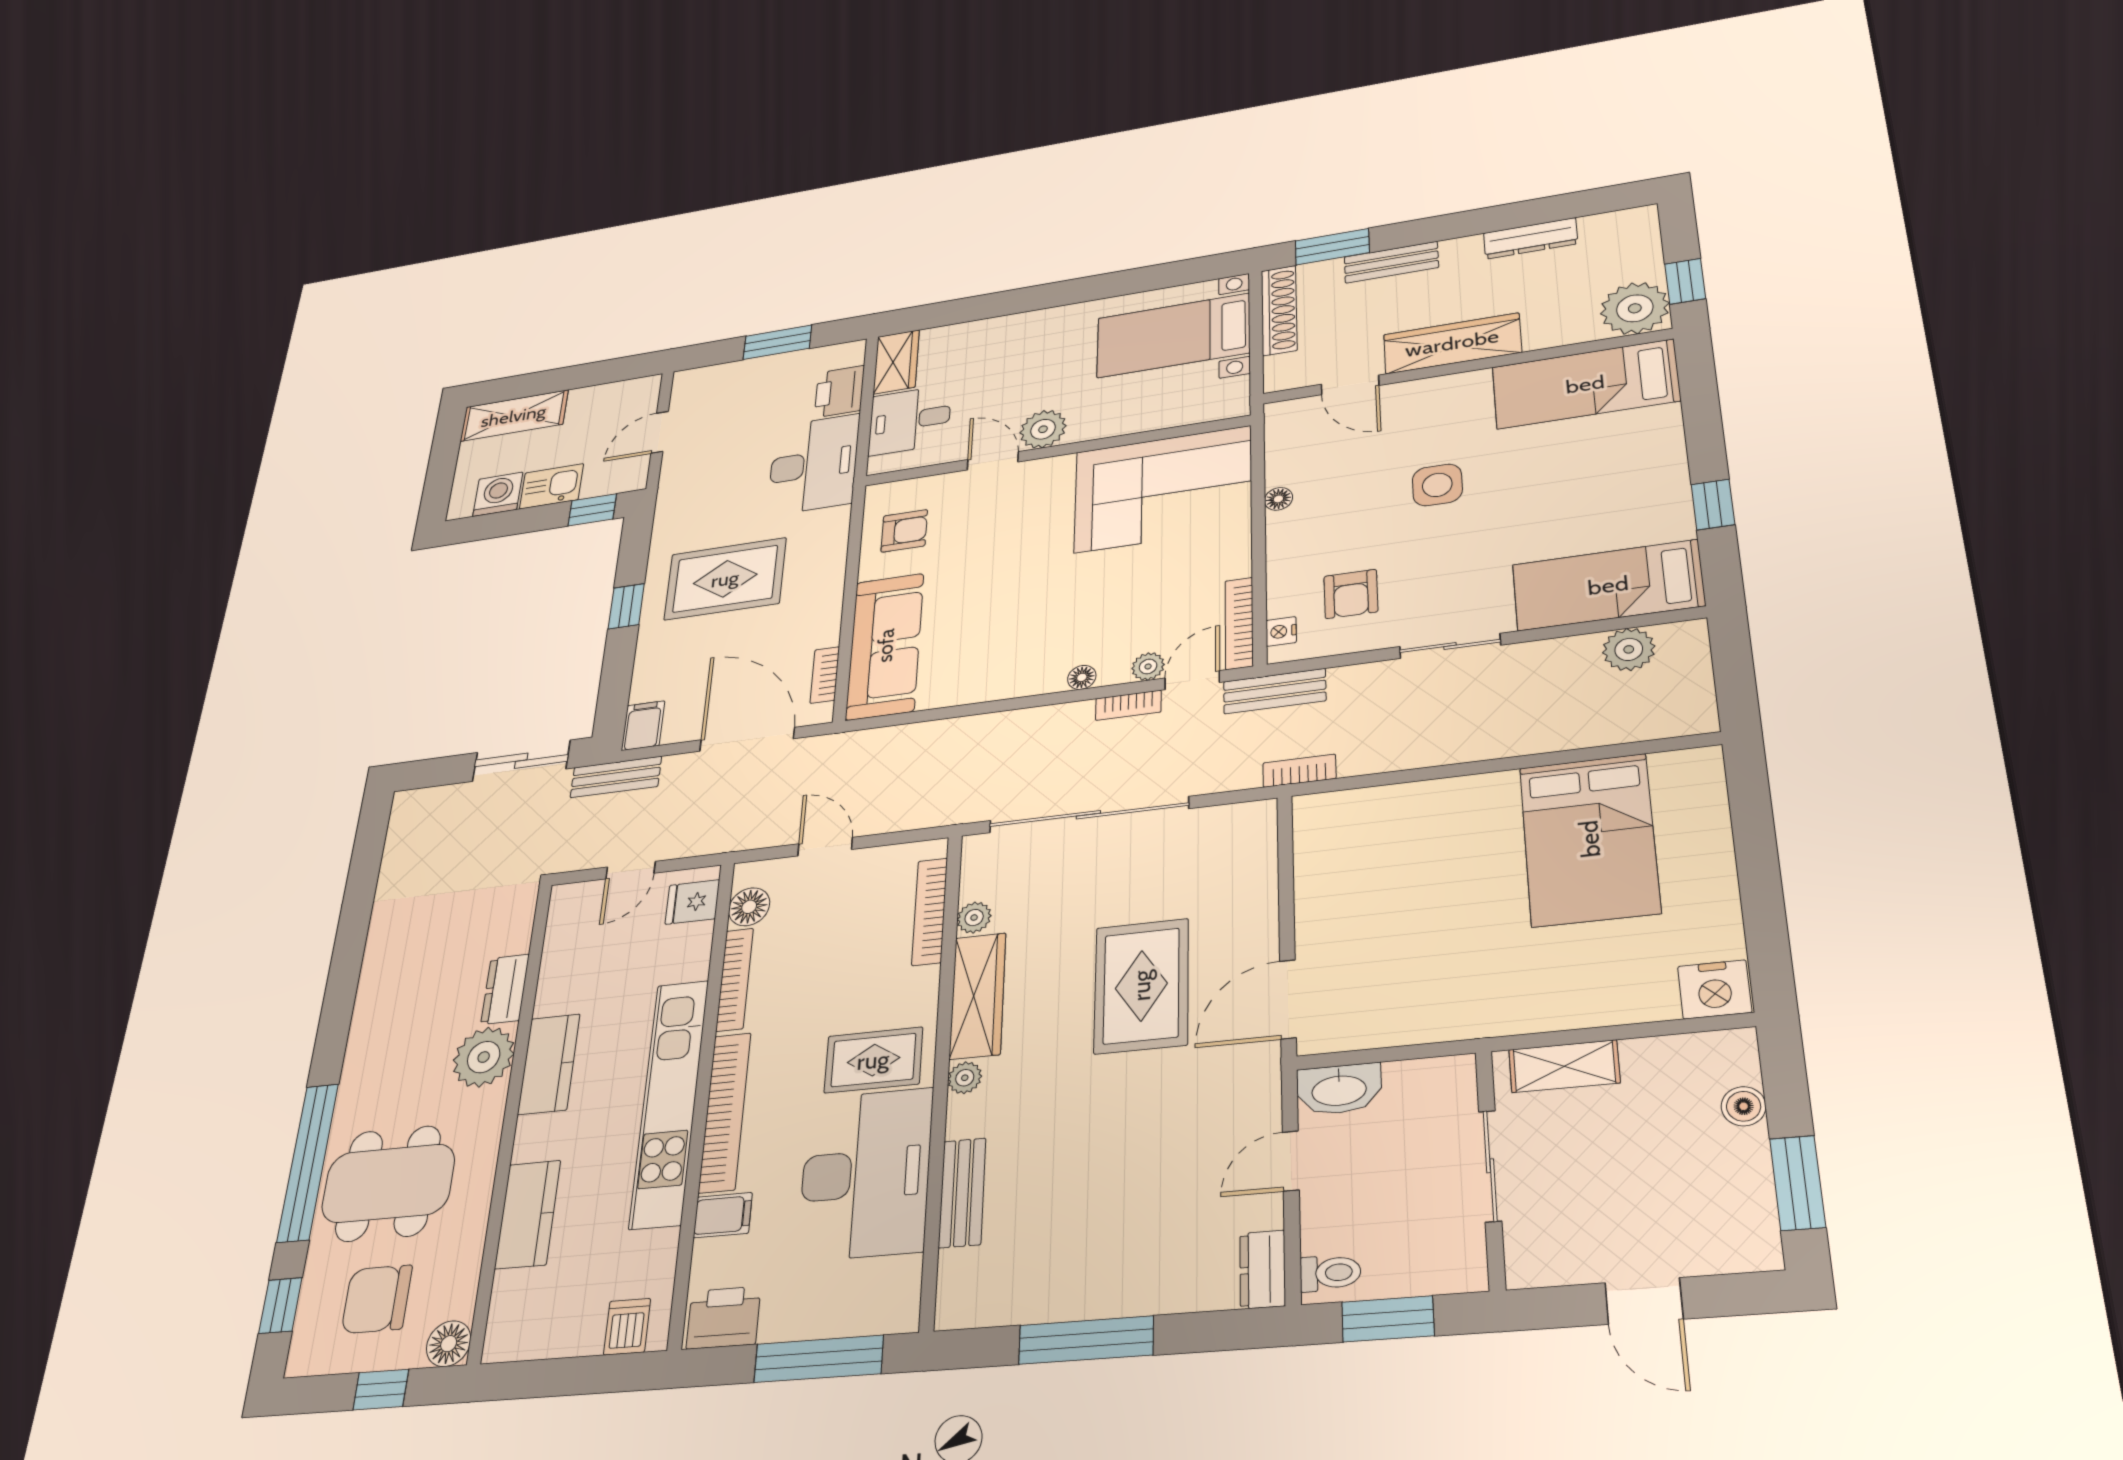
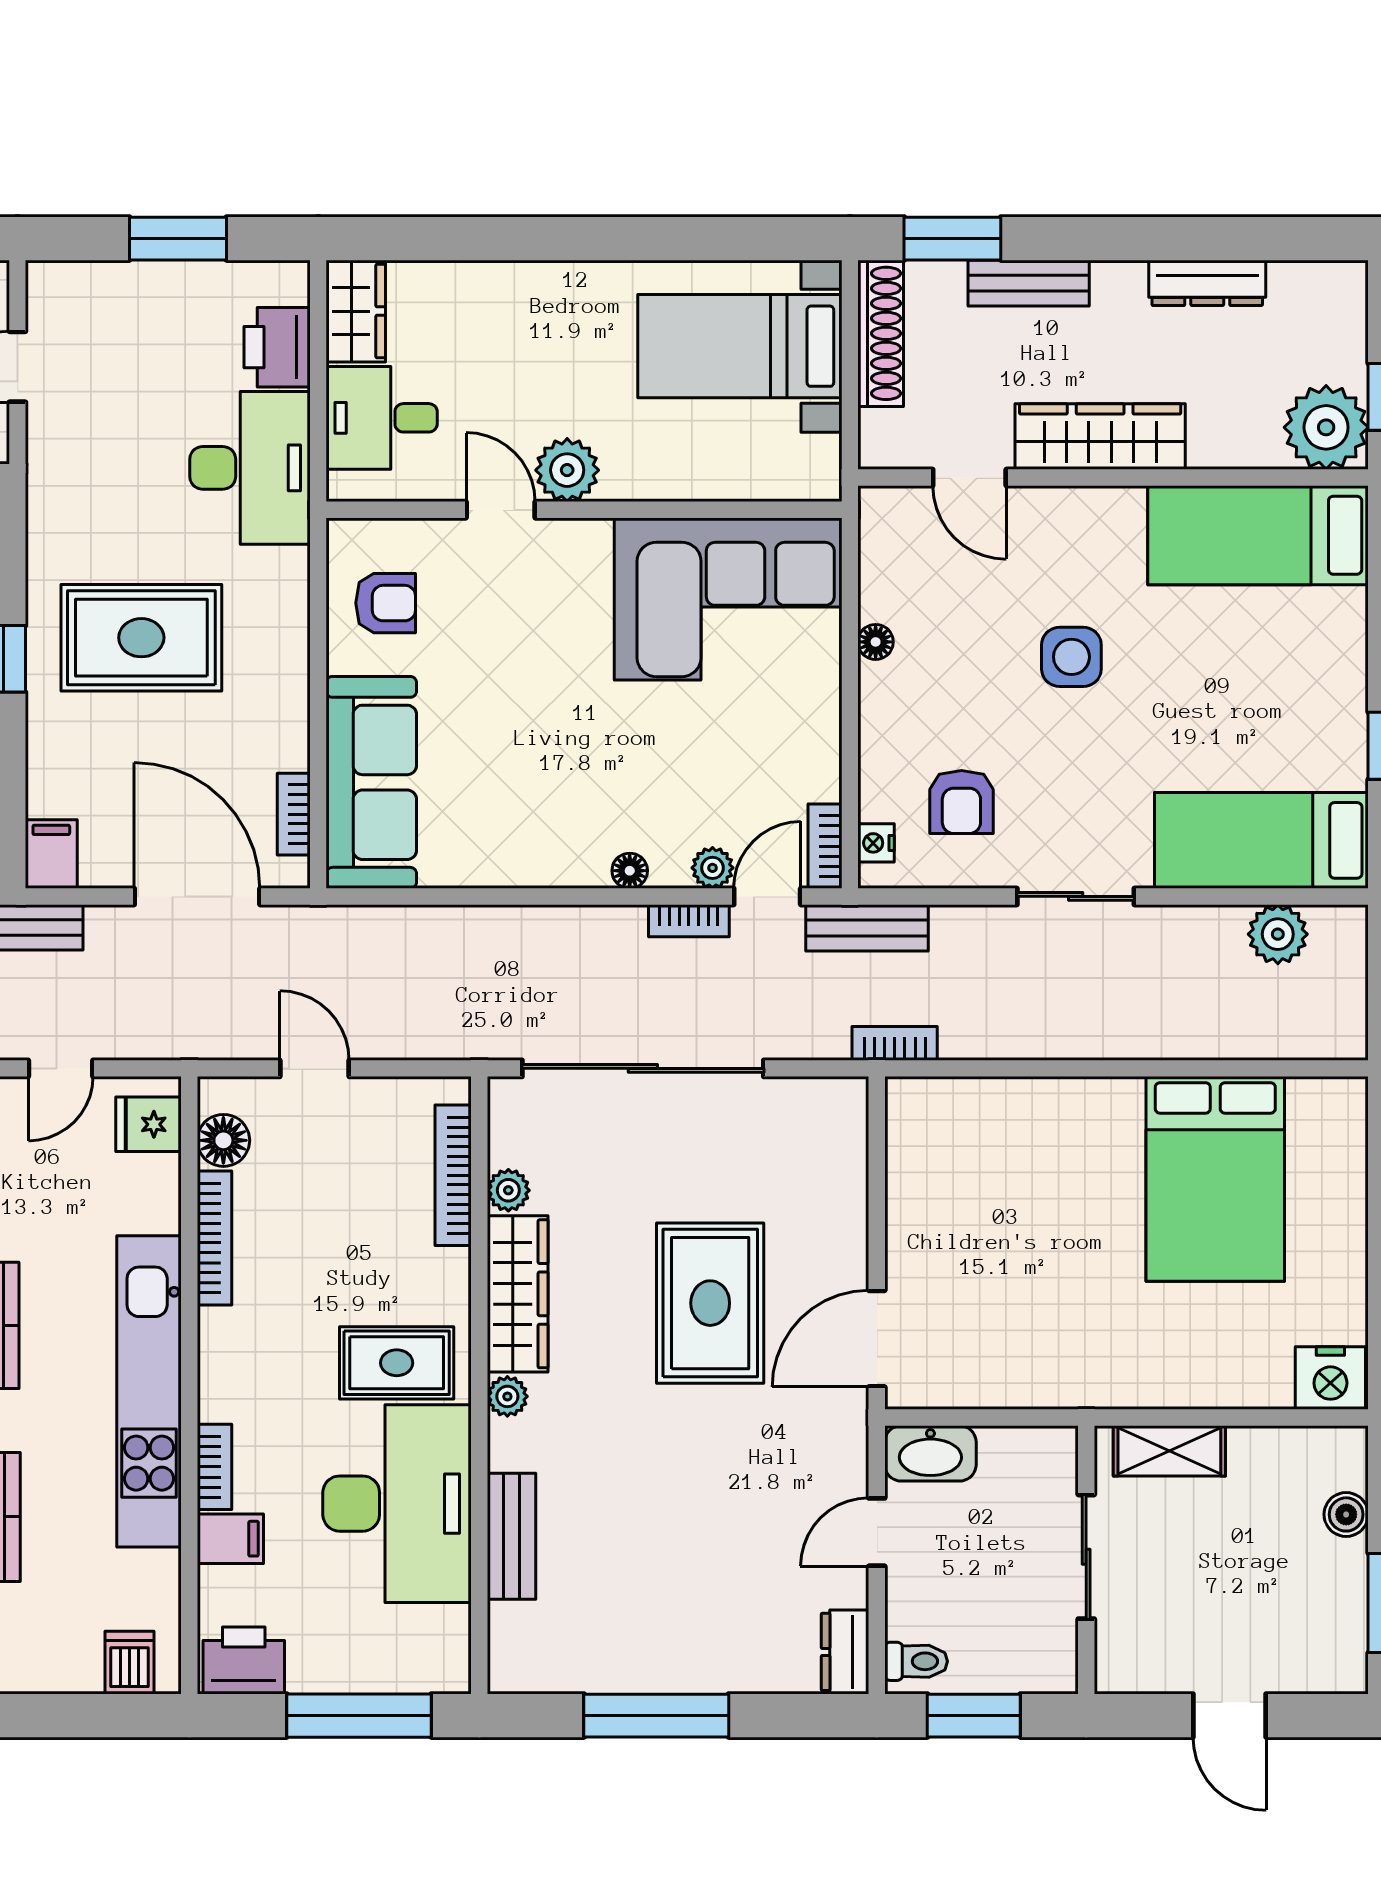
bookcase: (1239, 623) -> (825, 846), width x0.64
bookcase: (725, 1112) -> (214, 1467), width x0.43, depth x0.76

